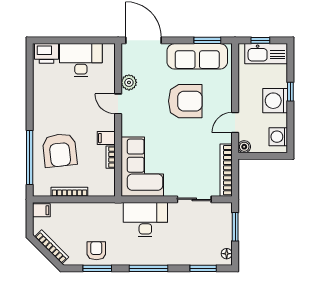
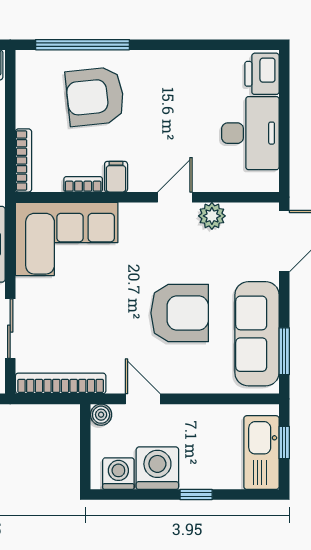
armchair: (185, 101) -> (180, 313), turned -90
washing machine: (275, 101) -> (157, 468), moved
bookcase: (69, 192) -> (23, 160), moved

